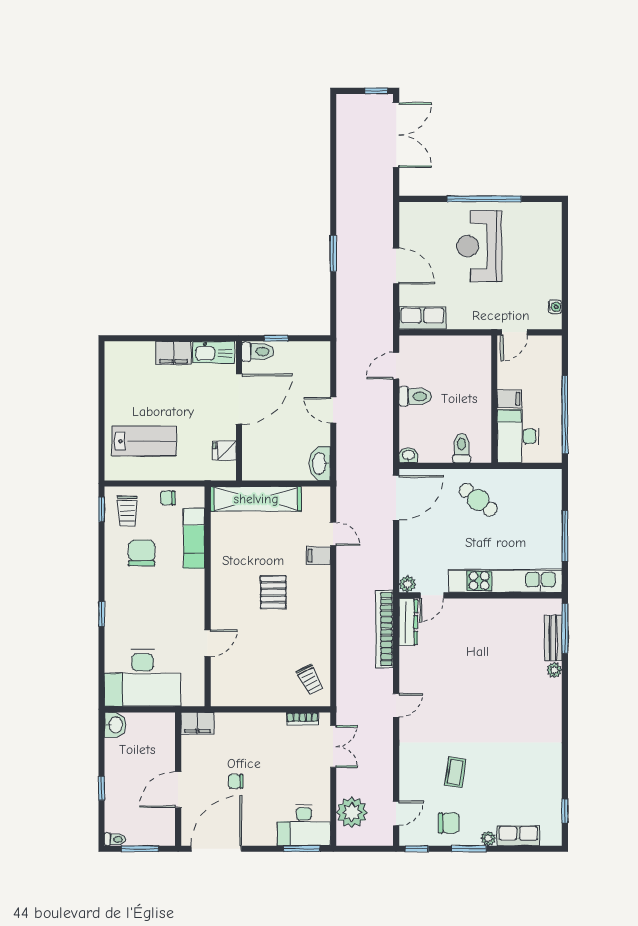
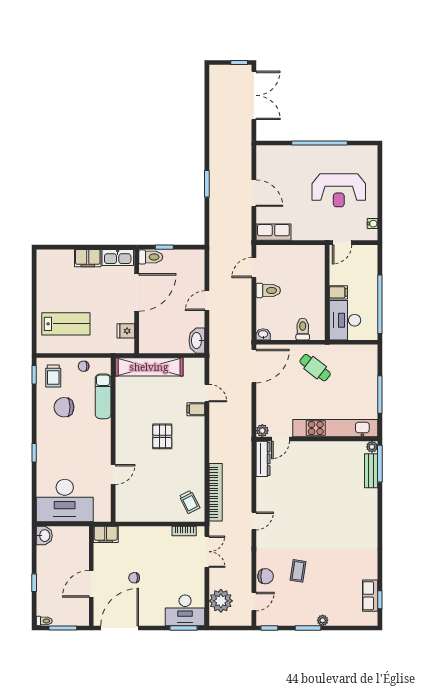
reception desk: (479, 246) -> (339, 190), moved, turned -90
door: (333, 410) -> (207, 301), hinge flipped
chair: (142, 553) -> (64, 407), turned -90
bookcase: (384, 629) -> (216, 492), moved, turned 180
plant: (554, 670) -> (372, 447), moved
chair: (449, 823) -> (265, 576), moved
row of seats: (518, 836) -> (370, 596), moved, turned -90

